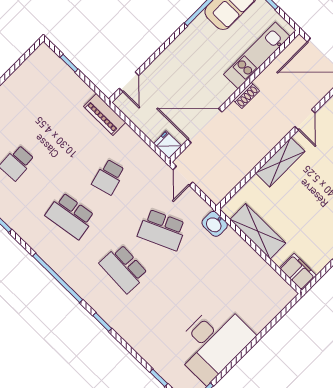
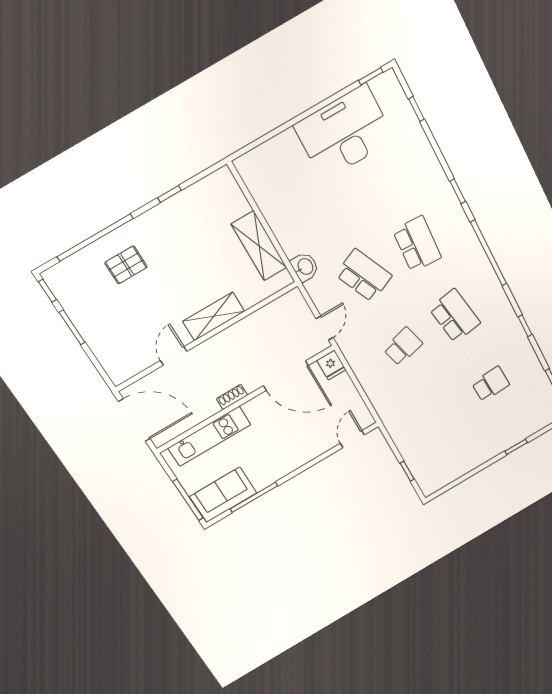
piano: (105, 114) -> (387, 412), removed
filing cabinet: (298, 272) -> (226, 187), removed

